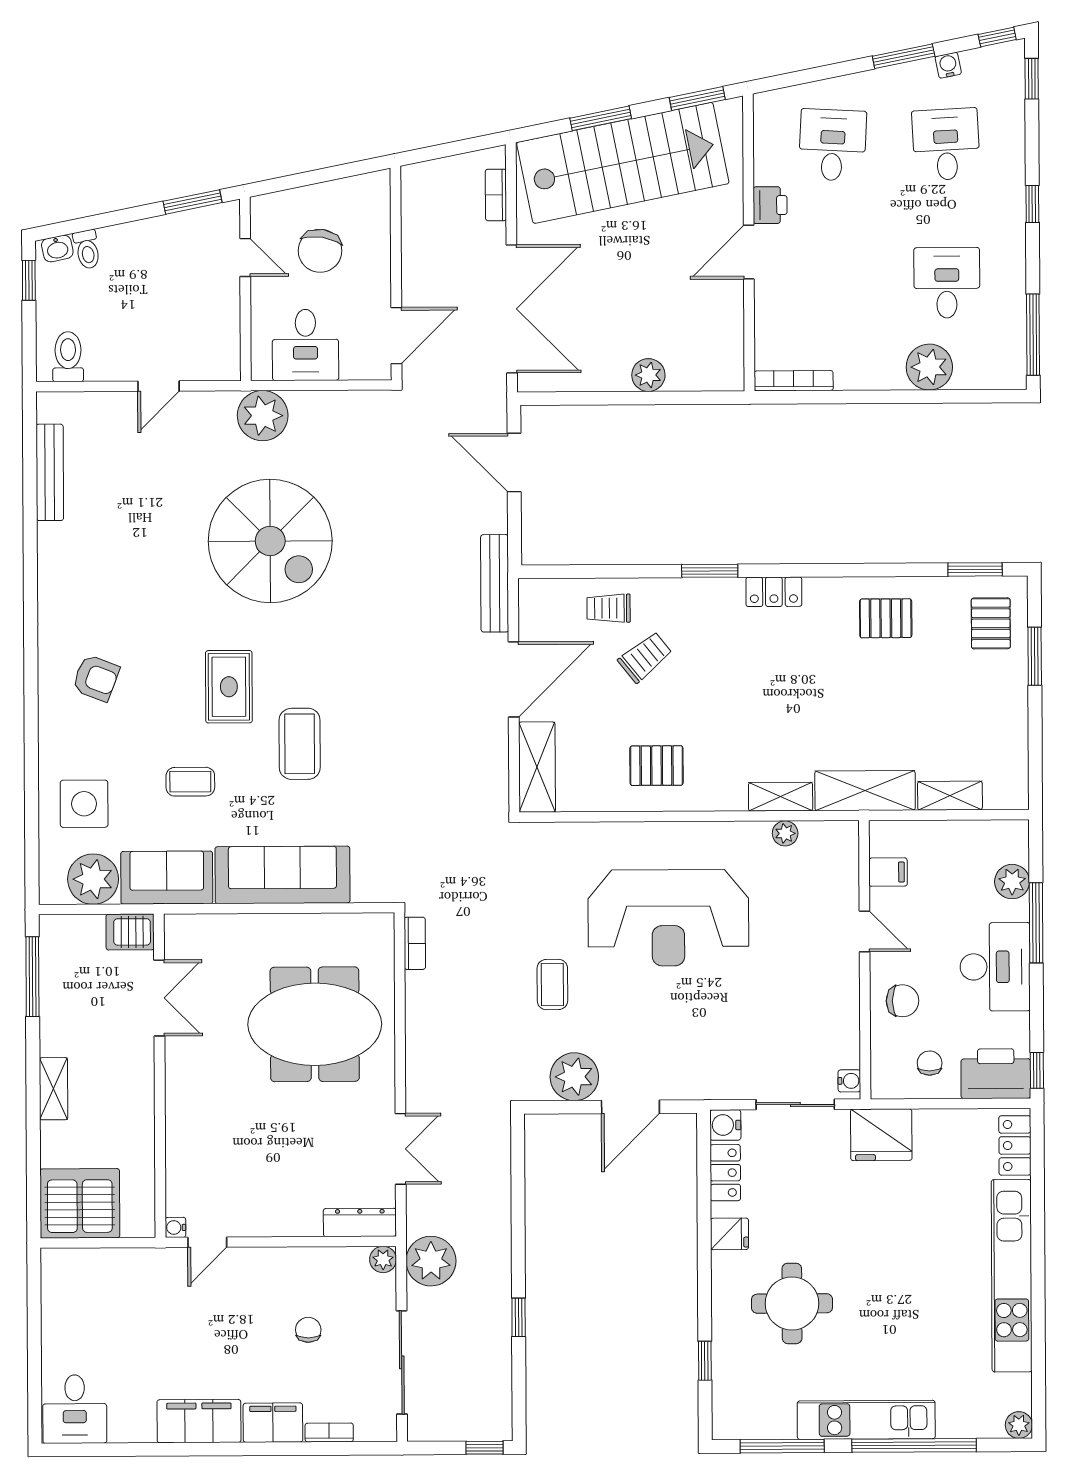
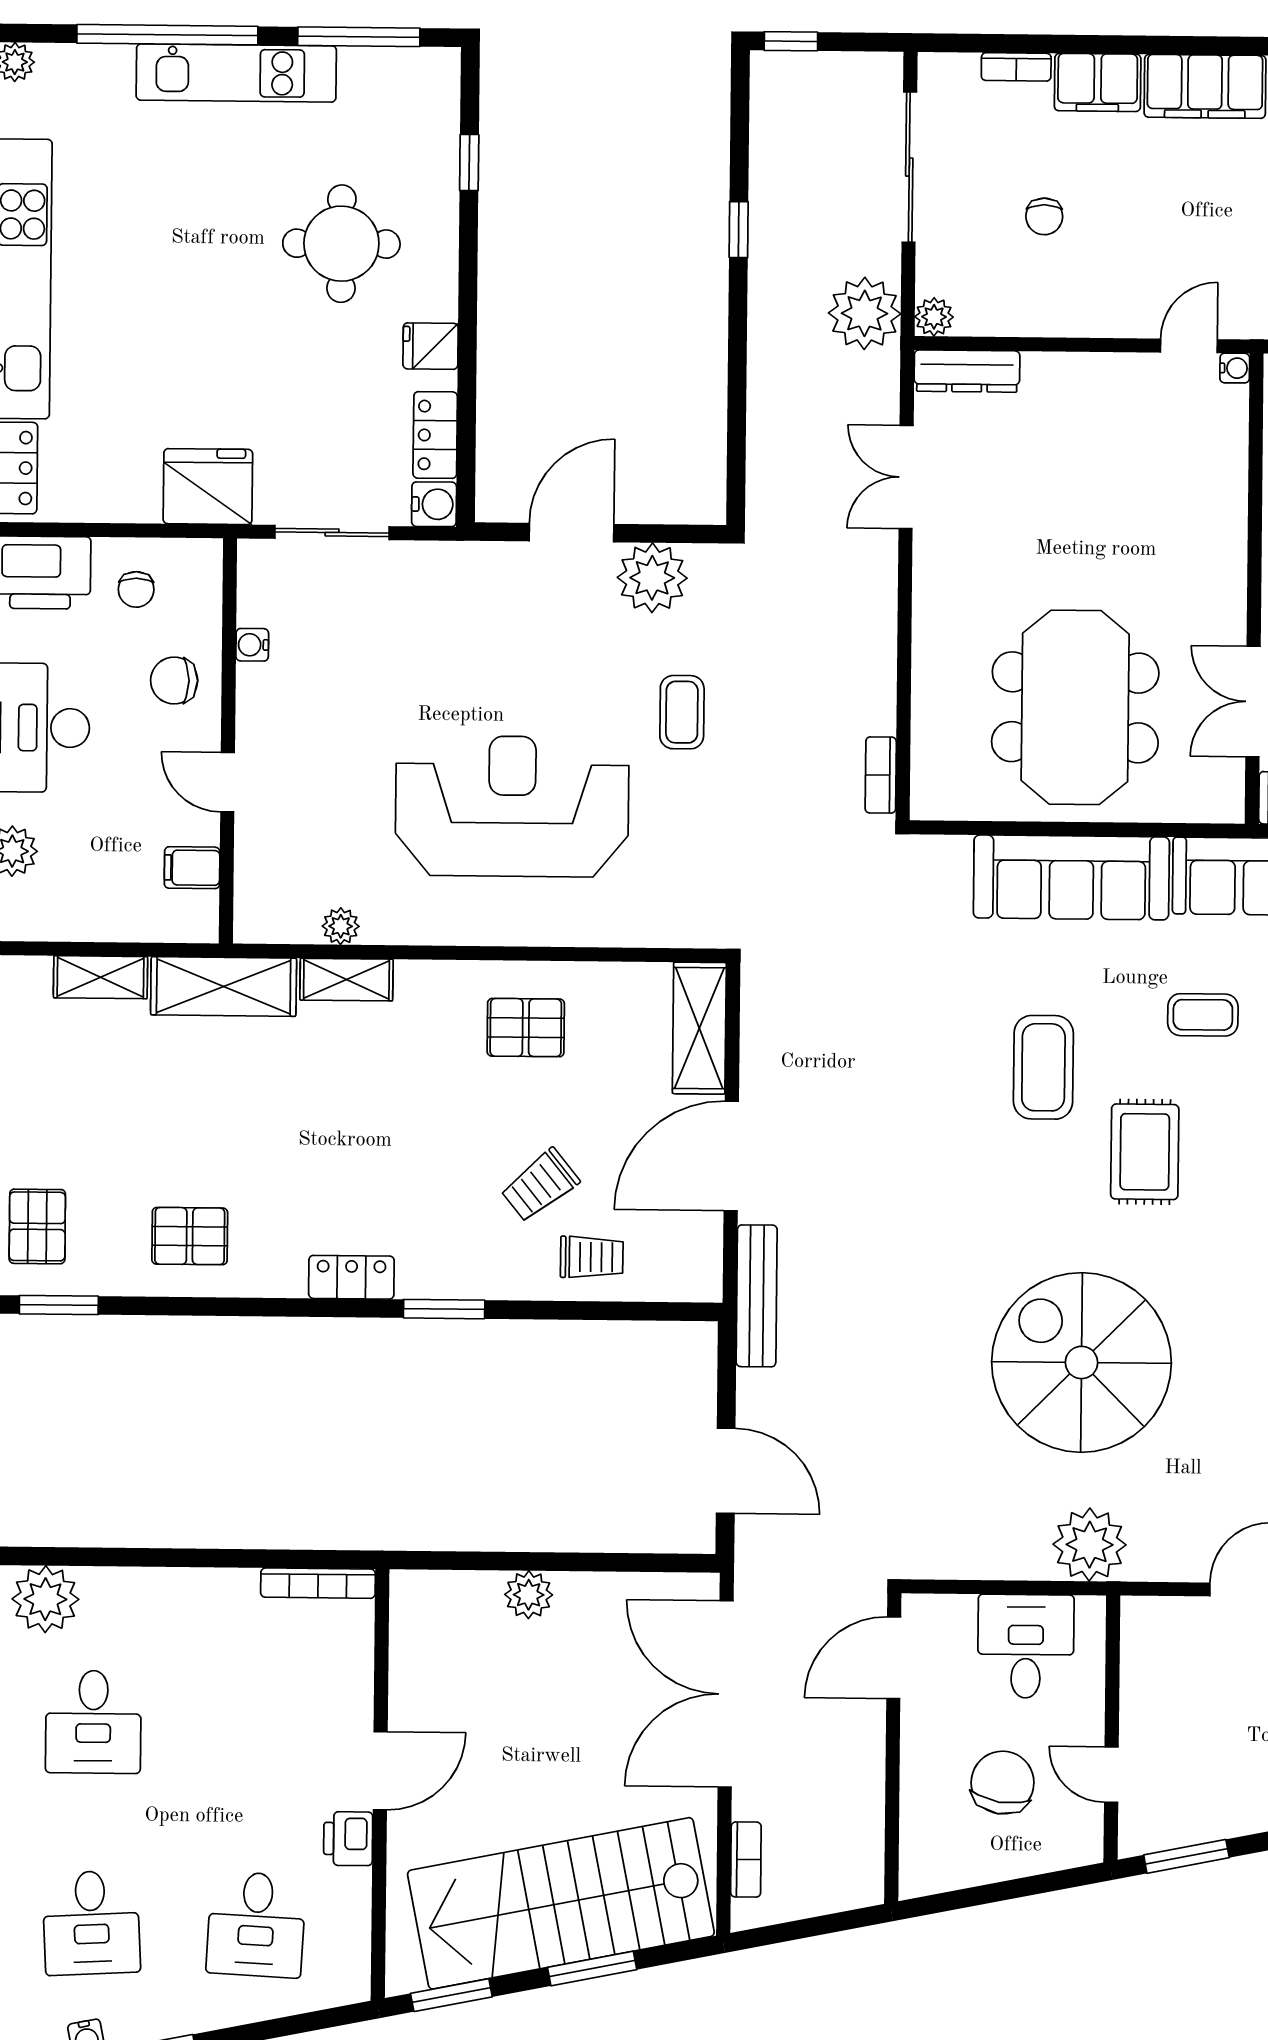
plant: (929, 367) -> (45, 1599), moved
meeting table: (315, 1024) -> (1075, 707), moved, turned 90
water cooler: (849, 1081) -> (252, 645), moved

